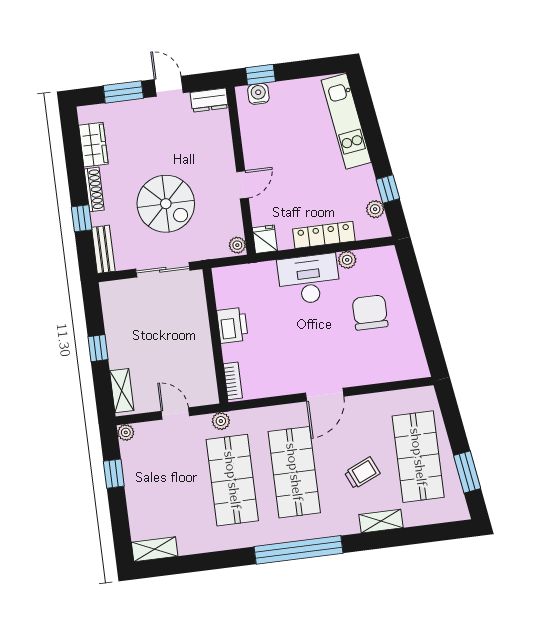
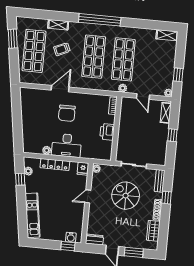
chair: (370, 312) -> (67, 113), moved
door: (325, 395) -> (60, 89), moved

